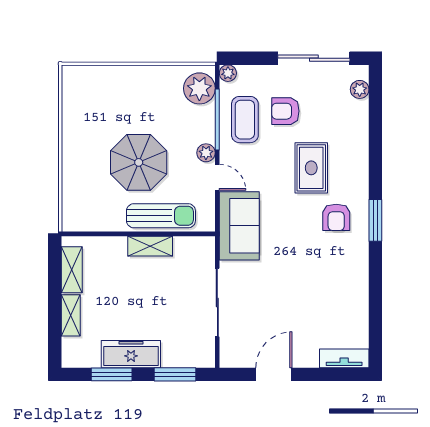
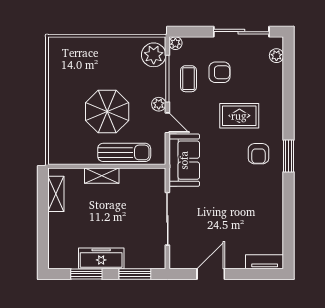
armchair: (285, 111) -> (220, 72), turned 180
coffee table: (245, 120) -> (188, 79), width x0.73, depth x0.77
rug: (311, 168) -> (239, 116), turned 90
shelving: (150, 246) -> (102, 176), moved
shelving: (71, 315) -> (55, 229), removed

